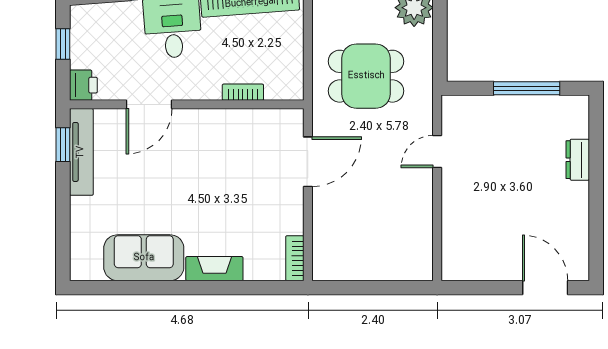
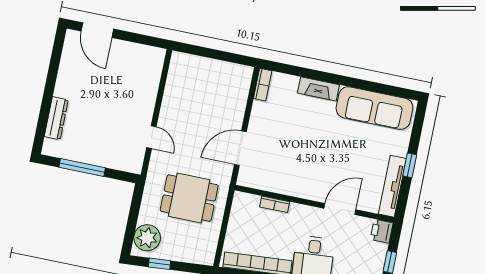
window: (63, 145) -> (410, 165), moved
door: (437, 152) -> (151, 137), hinge flipped
dresser: (578, 160) -> (56, 118), width x1.44
sofa: (144, 258) -> (374, 108), width x1.36

